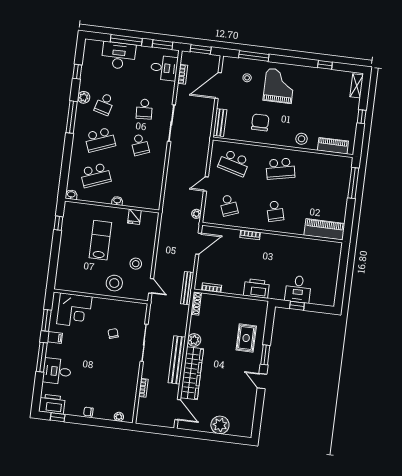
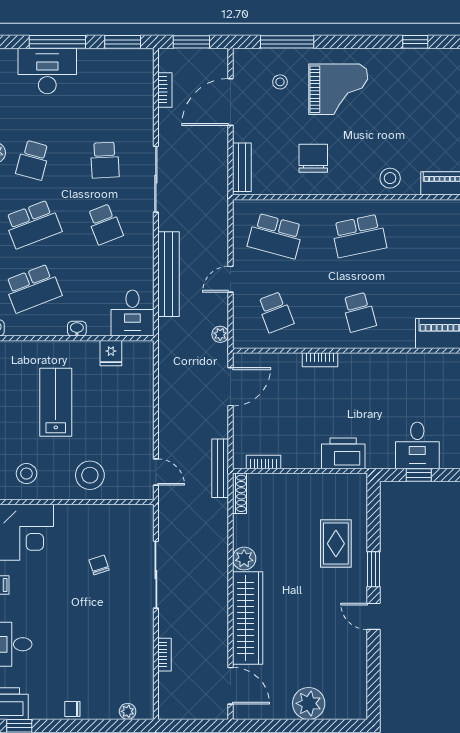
desk: (164, 68) -> (132, 313), moved, turned 90
grand piano: (279, 86) -> (338, 89), turned 90
stool: (136, 264) -> (26, 474), moved
bench: (177, 360) -> (169, 274), moved

